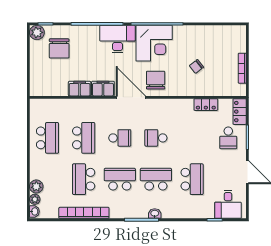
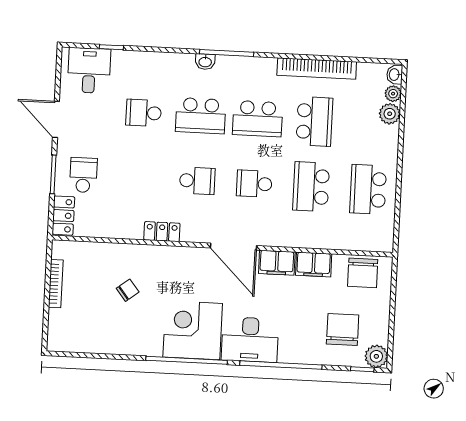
chair: (156, 80) -> (363, 273), moved
locker: (206, 105) -> (162, 232), moved
school desk: (192, 179) -> (144, 113), width x0.54

